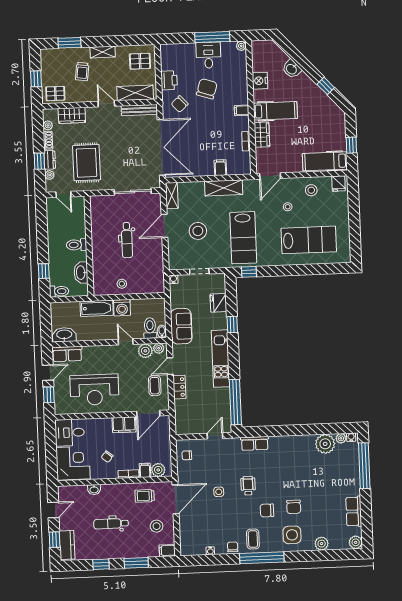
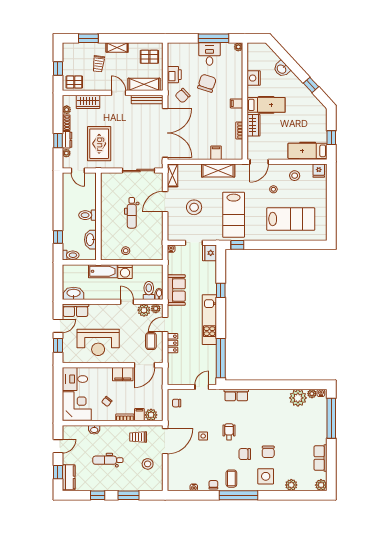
fridge: (218, 303) -> (210, 253), moved
filing cabinet: (167, 550) -> (156, 486), removed

